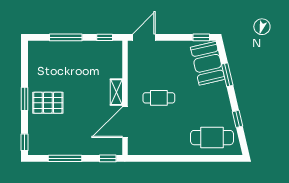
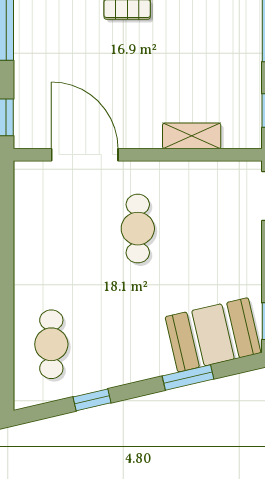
shelving: (116, 92) -> (192, 136), moved
cafe table: (212, 138) -> (51, 344), width x0.73, depth x0.74

